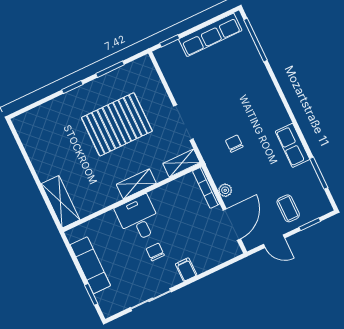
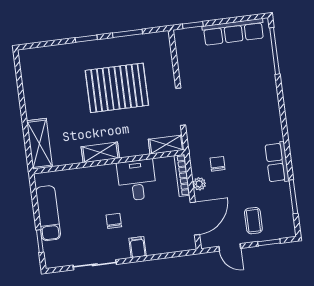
chair: (234, 144) -> (218, 164), moved
shelving: (136, 184) -> (100, 152), moved
desk: (138, 218) -> (137, 180), moved

